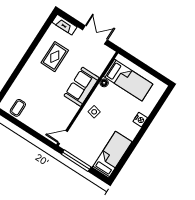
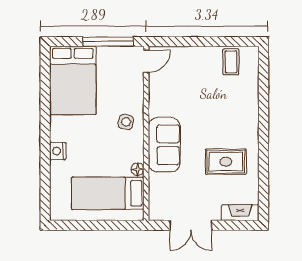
rug: (55, 57) -> (226, 162), turned 90
bed: (112, 155) -> (73, 80), width x1.50

